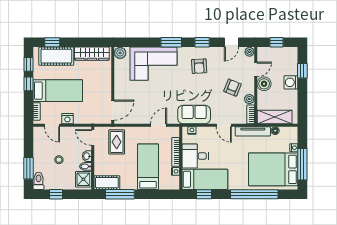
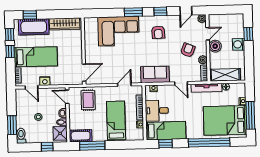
window: (277, 42) -> (225, 10), removed
plant: (120, 53) -> (89, 23), removed
window: (56, 194) -> (47, 147), moved

